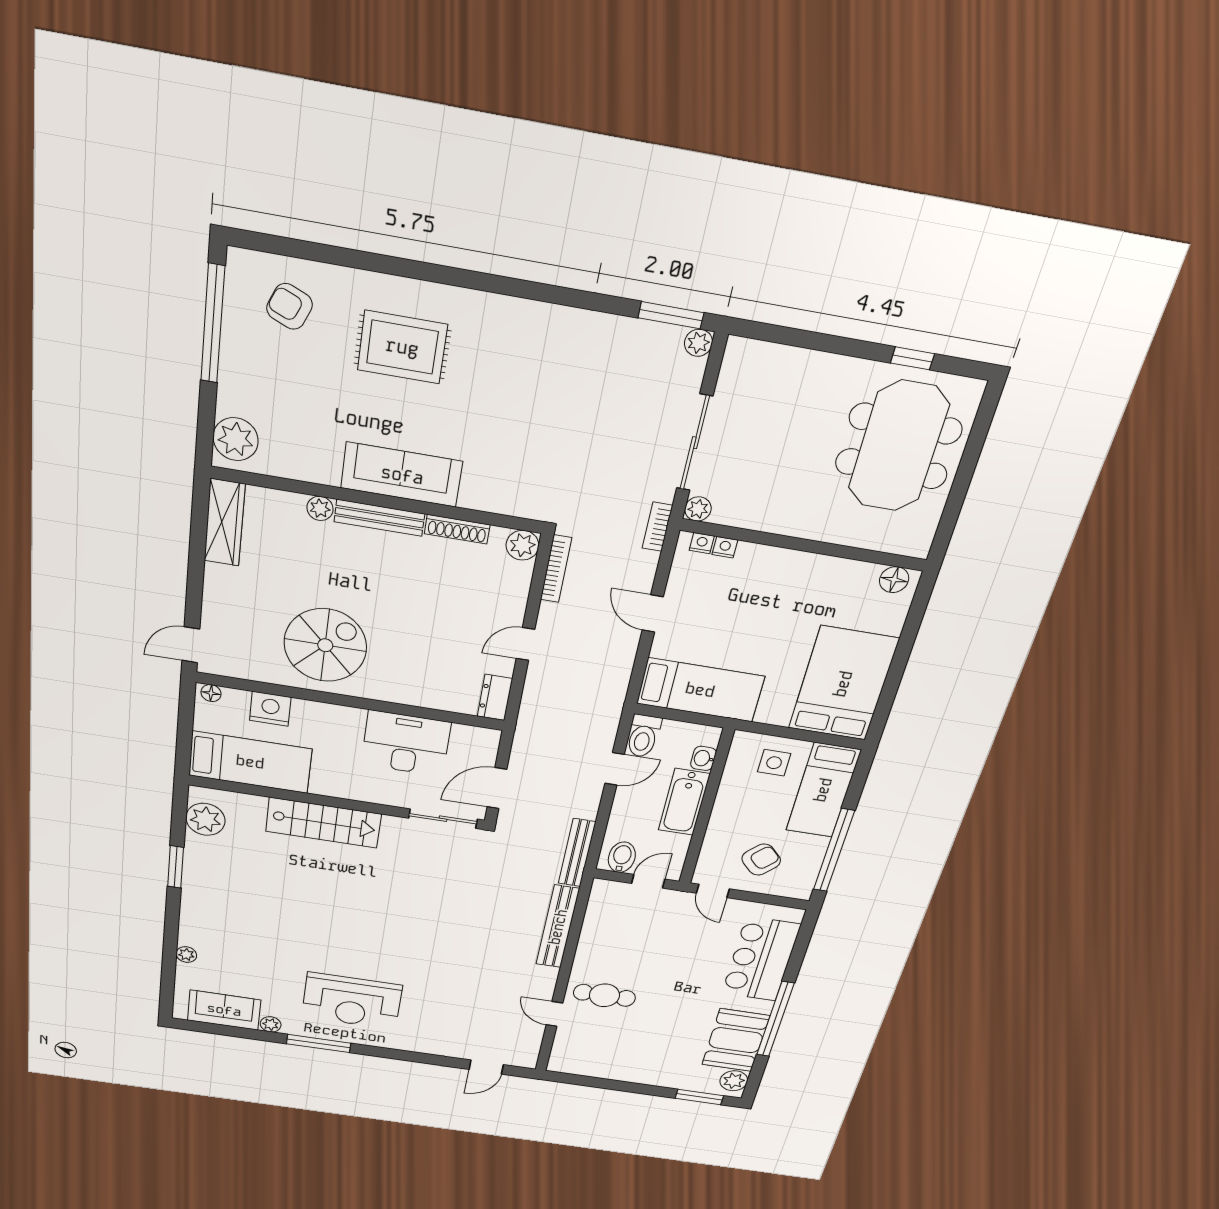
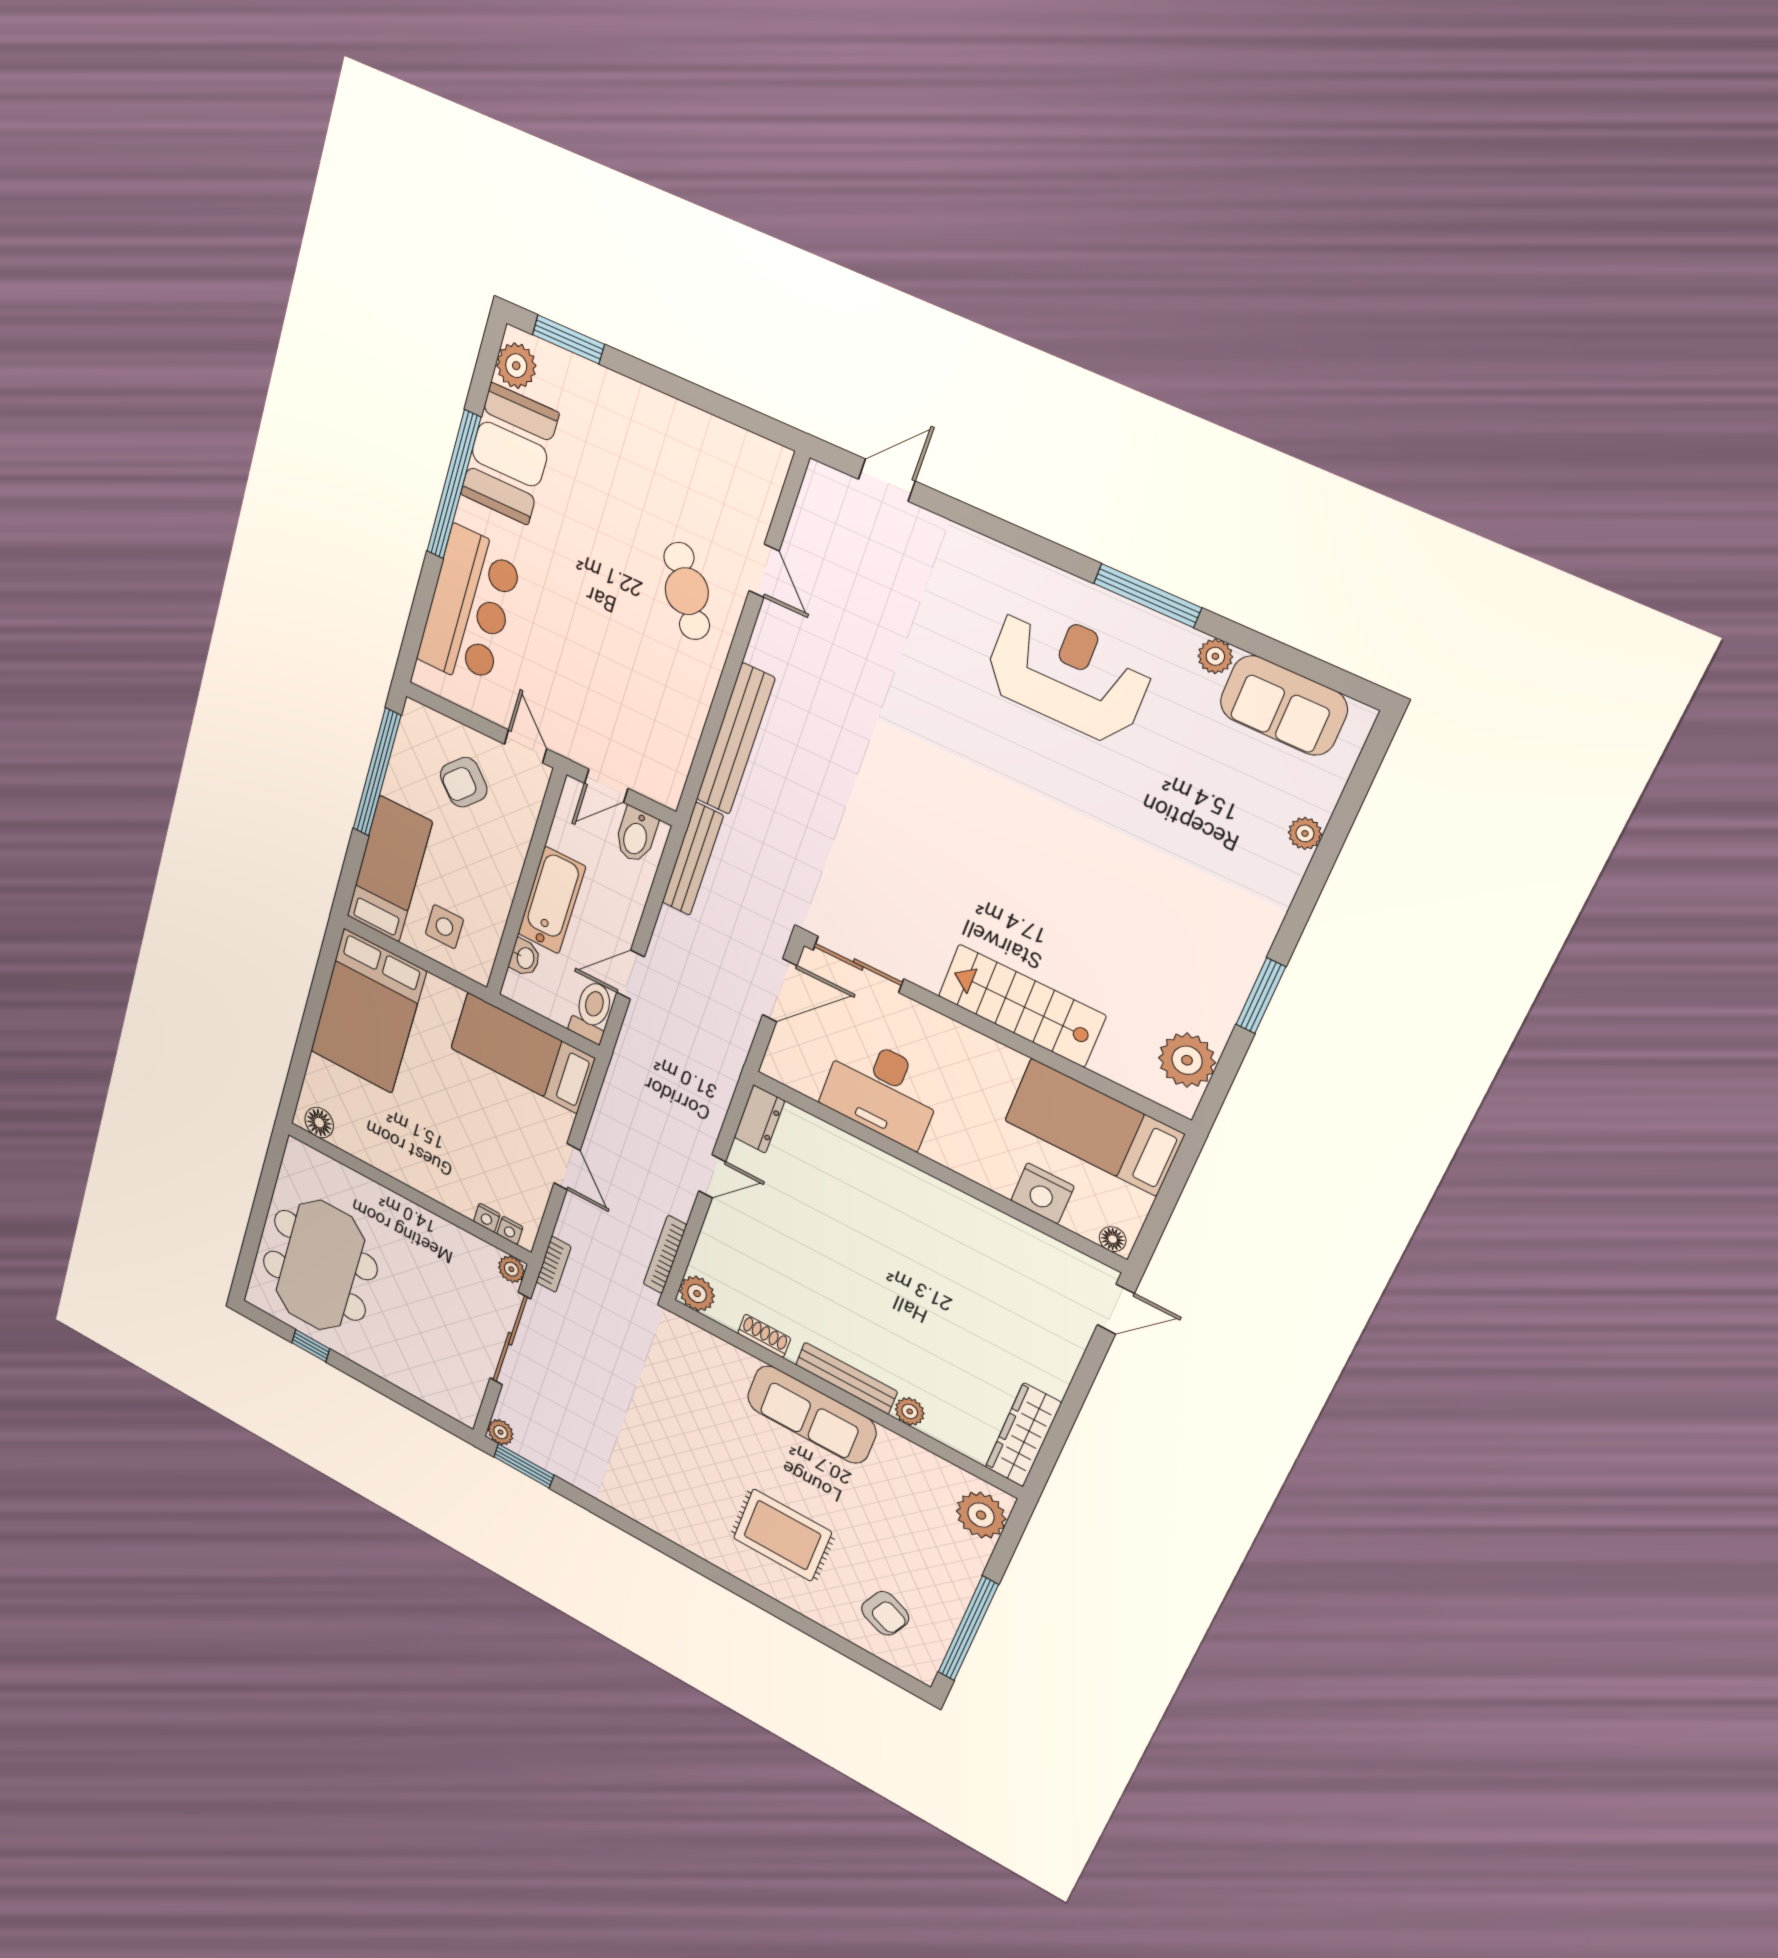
shoe rack: (457, 529) -> (764, 1336), width x0.70
spiral stairs: (325, 645) -> (948, 1253), removed
cafe table: (604, 995) -> (687, 591), turned 57

